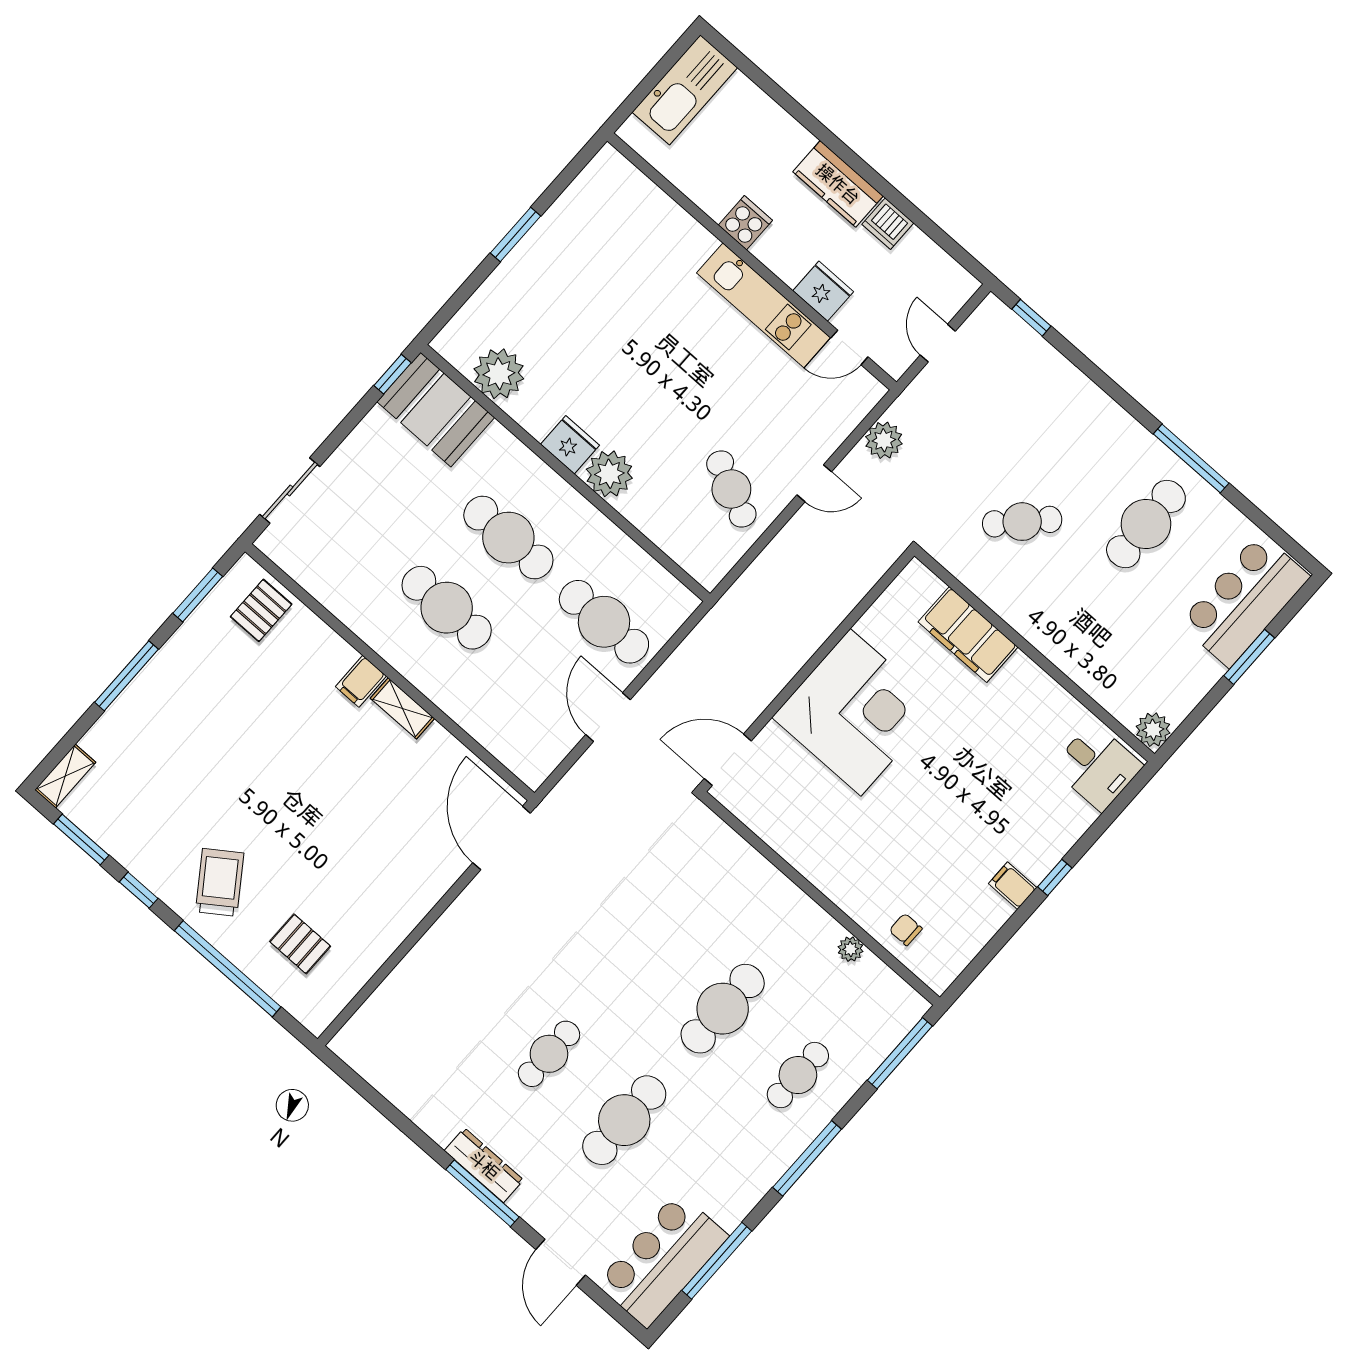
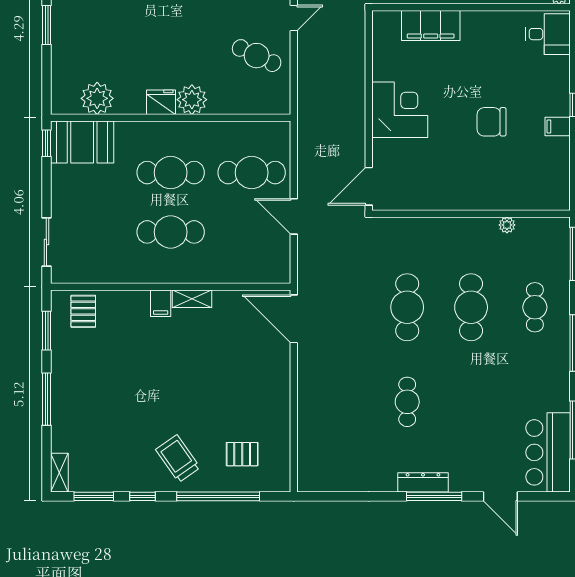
corner desk: (856, 712) -> (400, 110), width x0.74, depth x0.74
chair: (906, 930) -> (492, 122), moved, width x1.87, depth x1.87
cafe table: (624, 1120) -> (407, 307), moved

